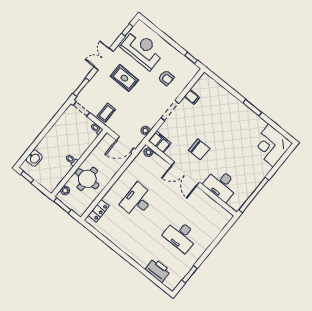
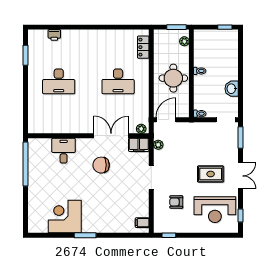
filing cabinet: (192, 97) -> (142, 223), moved
coffee table: (106, 113) -> (202, 133), removed
corner desk: (271, 145) -> (65, 217), moved, turned -90
washbasin: (34, 158) -> (232, 89), moved
double door: (186, 174) -> (111, 136), moved
round table: (87, 179) -> (173, 78), moved
desk: (221, 185) -> (64, 151), width x0.73
desk: (137, 201) -> (118, 81), turned 90
desk: (181, 236) -> (59, 81), turned 180
printer: (158, 270) -> (54, 35), width x0.53, depth x0.68

